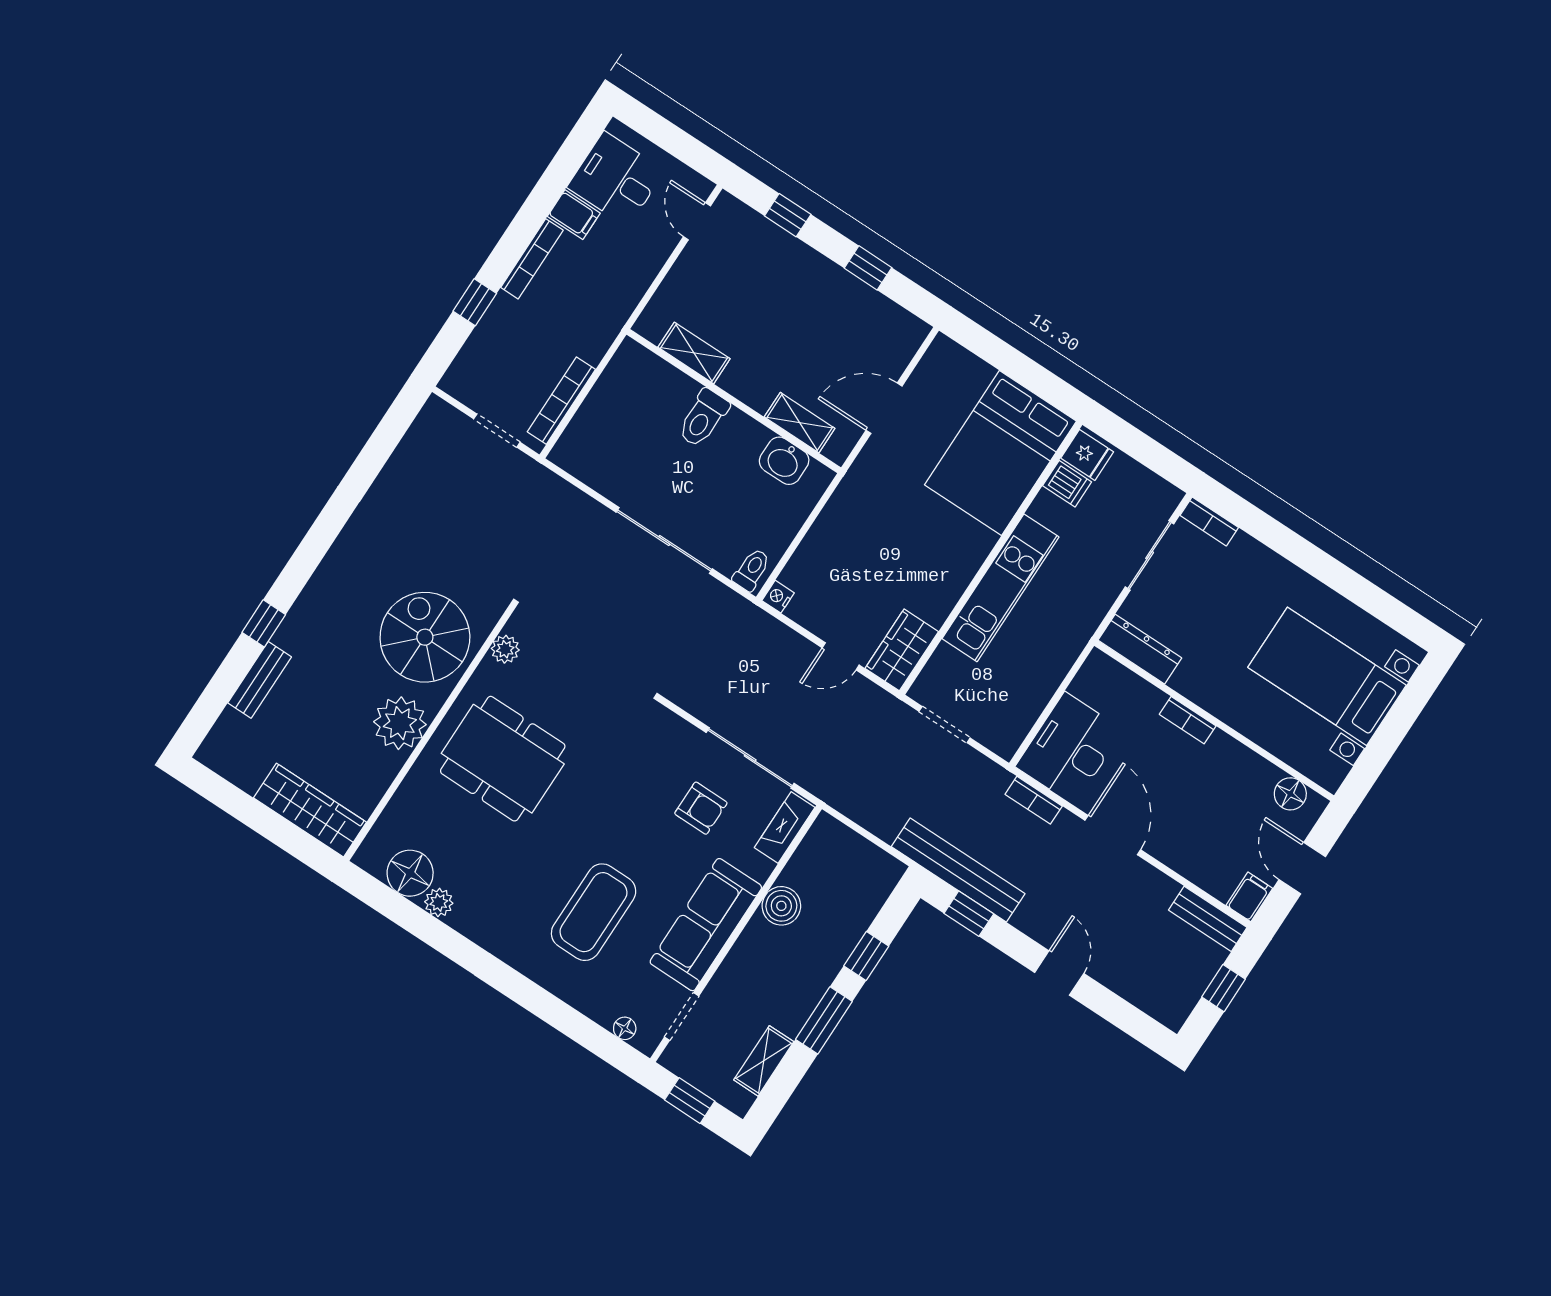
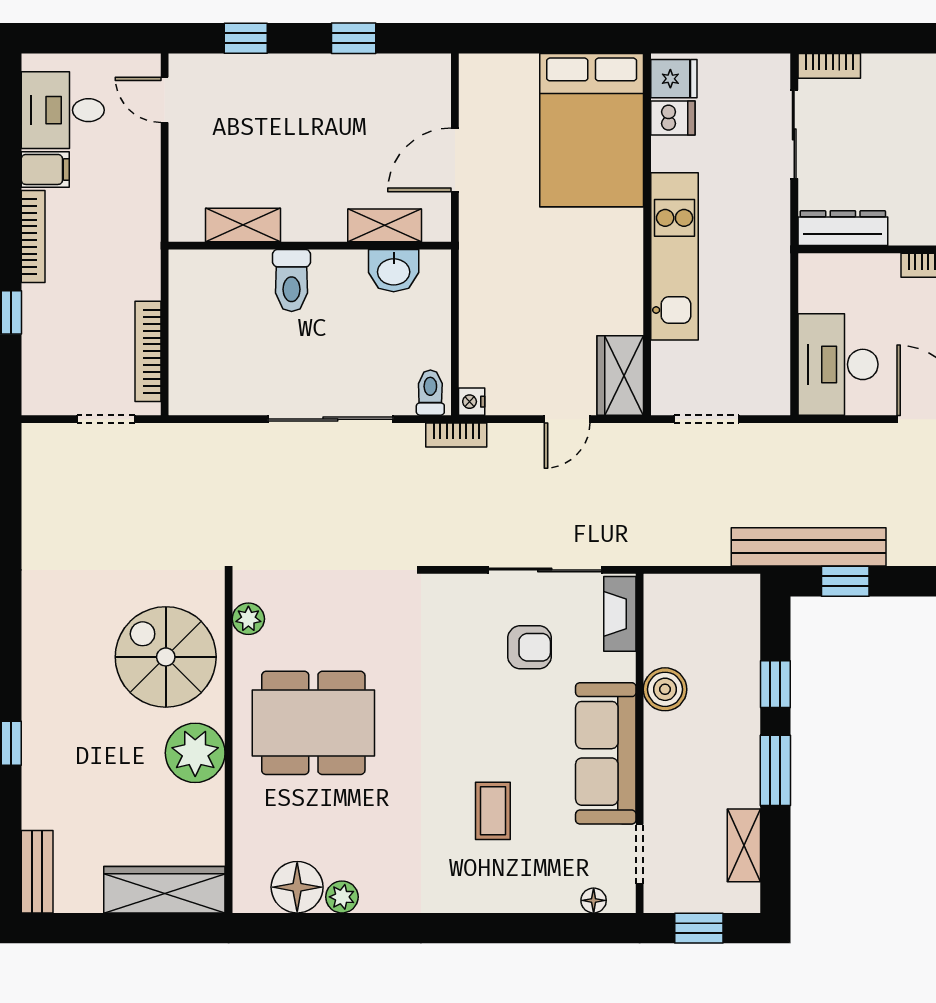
bench: (260, 680) -> (37, 872), moved
bookcase: (1034, 800) -> (456, 435), moved
coffee table: (594, 912) -> (493, 811), width x0.54, depth x0.58

